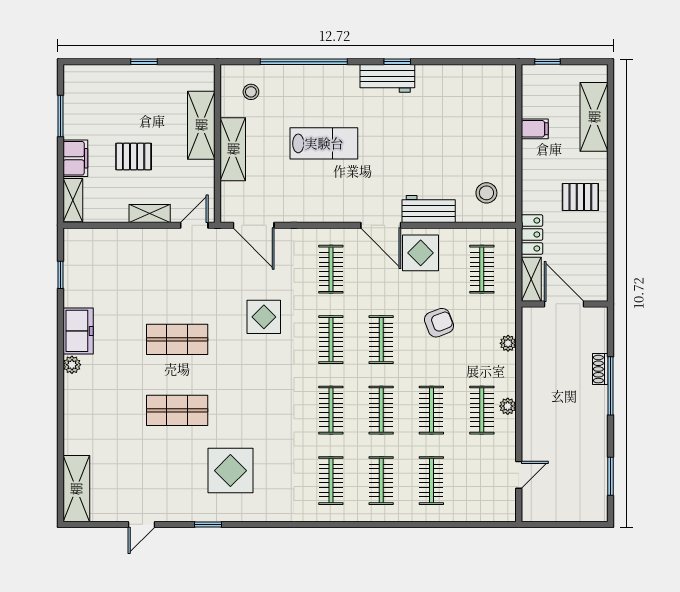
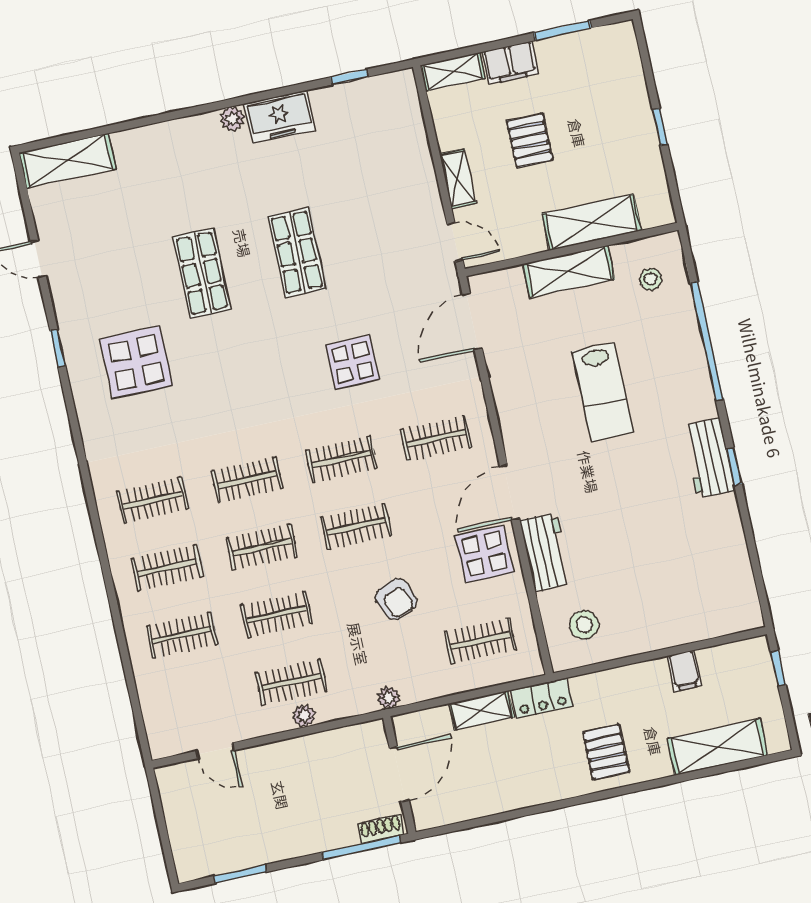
door: (564, 304) -> (399, 774), moved
wall: (565, 304) -> (399, 775), moved

